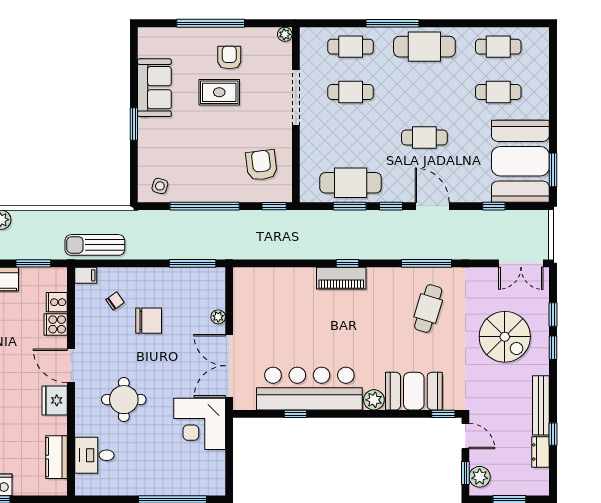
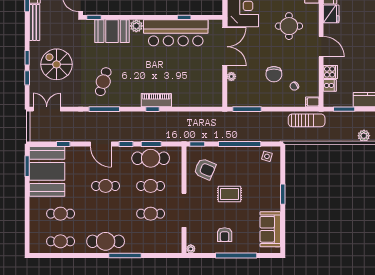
cafe table: (351, 47) -> (151, 186), moved
sofa: (154, 88) -> (270, 229), moved
rug: (219, 92) -> (229, 194), moved
armchair: (261, 165) -> (205, 169), turned -60
chair: (149, 321) -> (274, 74), turned -90
fridge: (55, 400) -> (331, 14), moved

